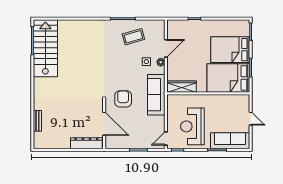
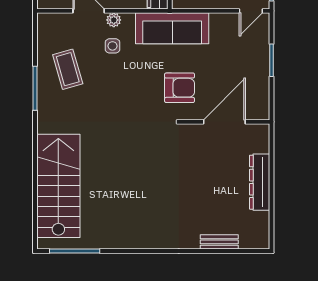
stairs: (45, 48) -> (58, 186), moved, turned 90
armchair: (123, 99) -> (180, 88), turned 180
door: (166, 138) -> (251, 11), hinge flipped
dresser: (86, 143) -> (260, 182), moved

